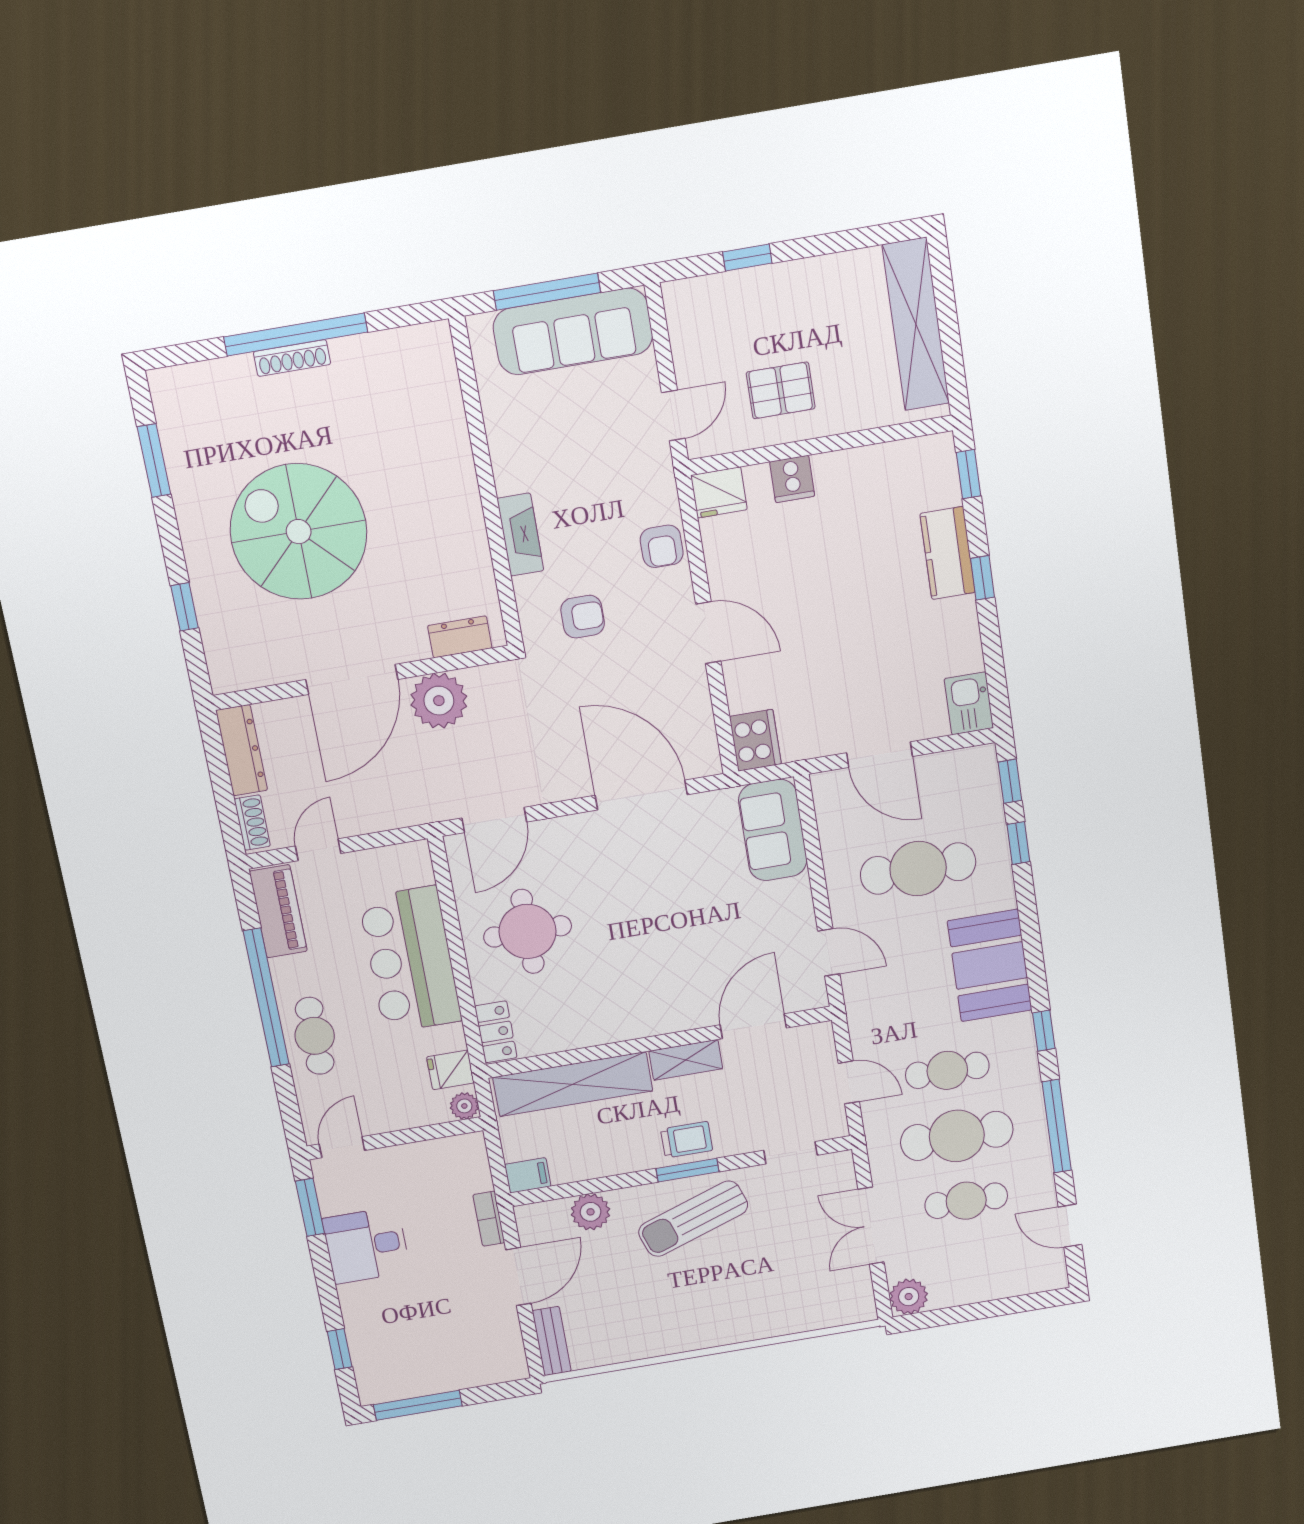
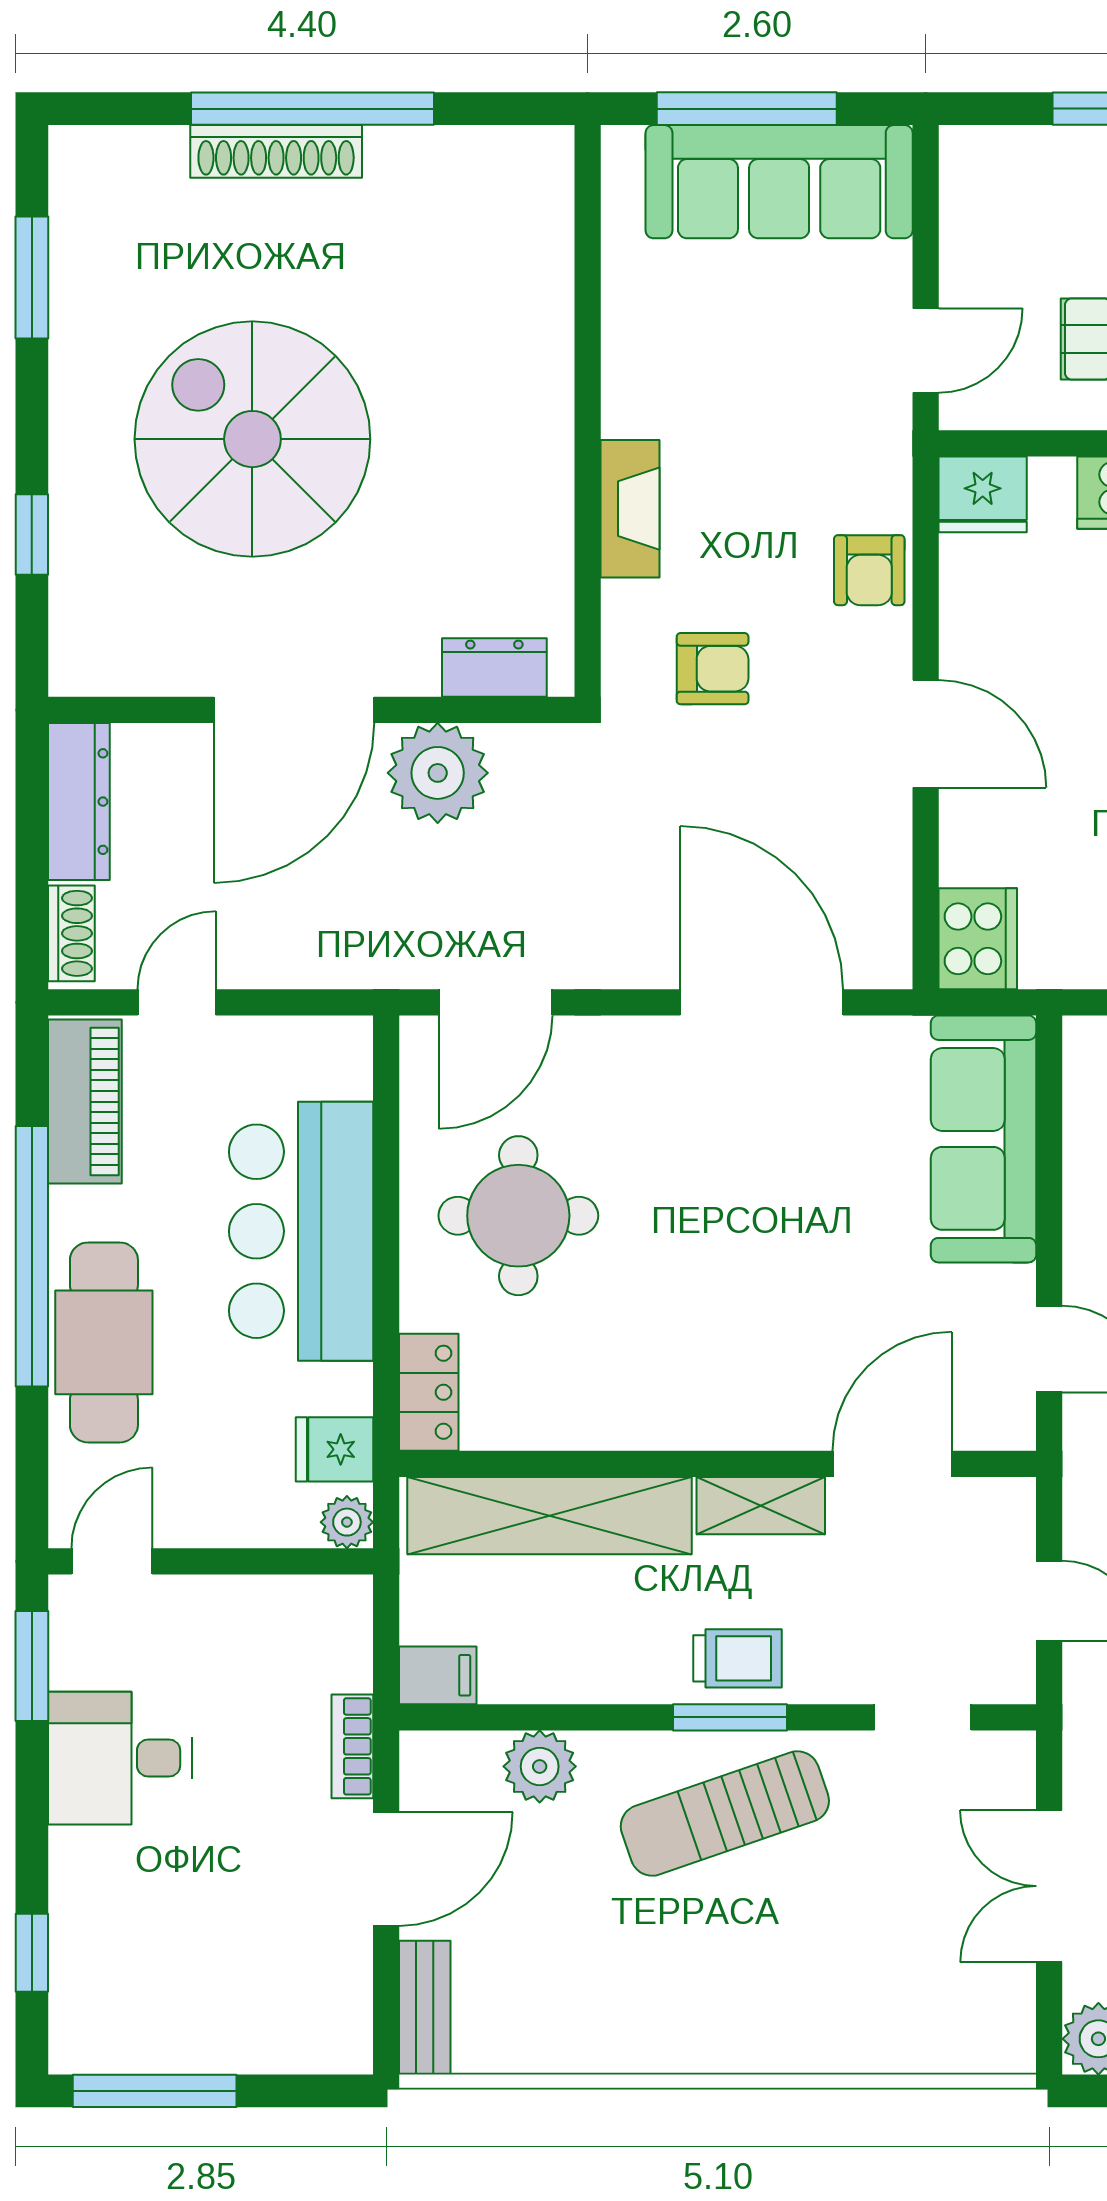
shoe rack: (292, 358) -> (276, 151), width x1.36, depth x1.24
sofa: (773, 830) -> (984, 1139), width x1.36
cafe table: (315, 1036) -> (104, 1342), width x1.37, depth x1.35

